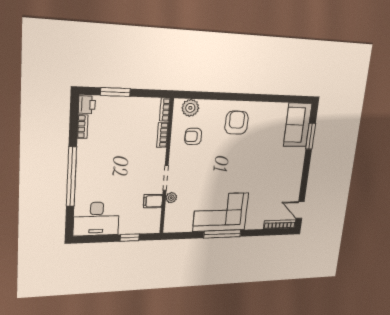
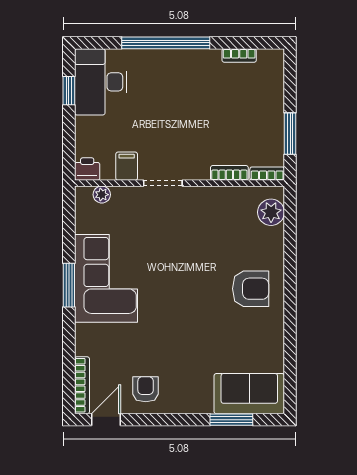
window: (115, 92) -> (290, 134), moved
printer: (87, 105) -> (87, 169), moved, turned 180
armchair: (193, 136) -> (146, 389), moved
plant: (171, 198) -> (102, 195), moved
window: (222, 234) -> (69, 285), width x0.69
window: (130, 238) -> (69, 91), moved

